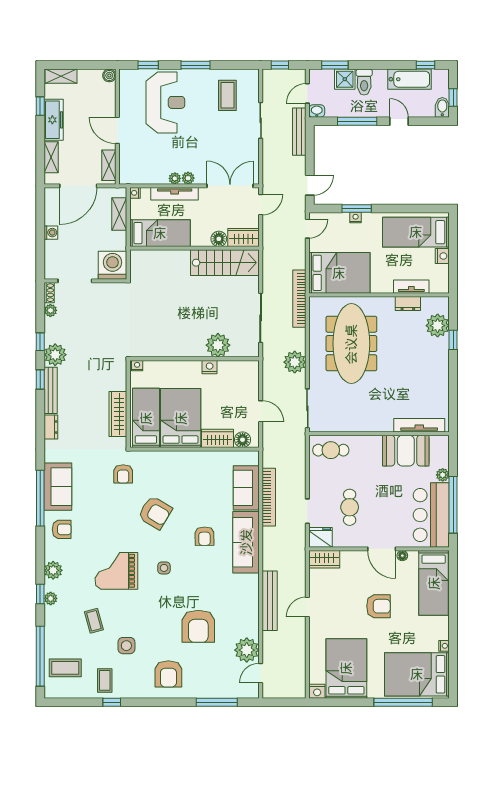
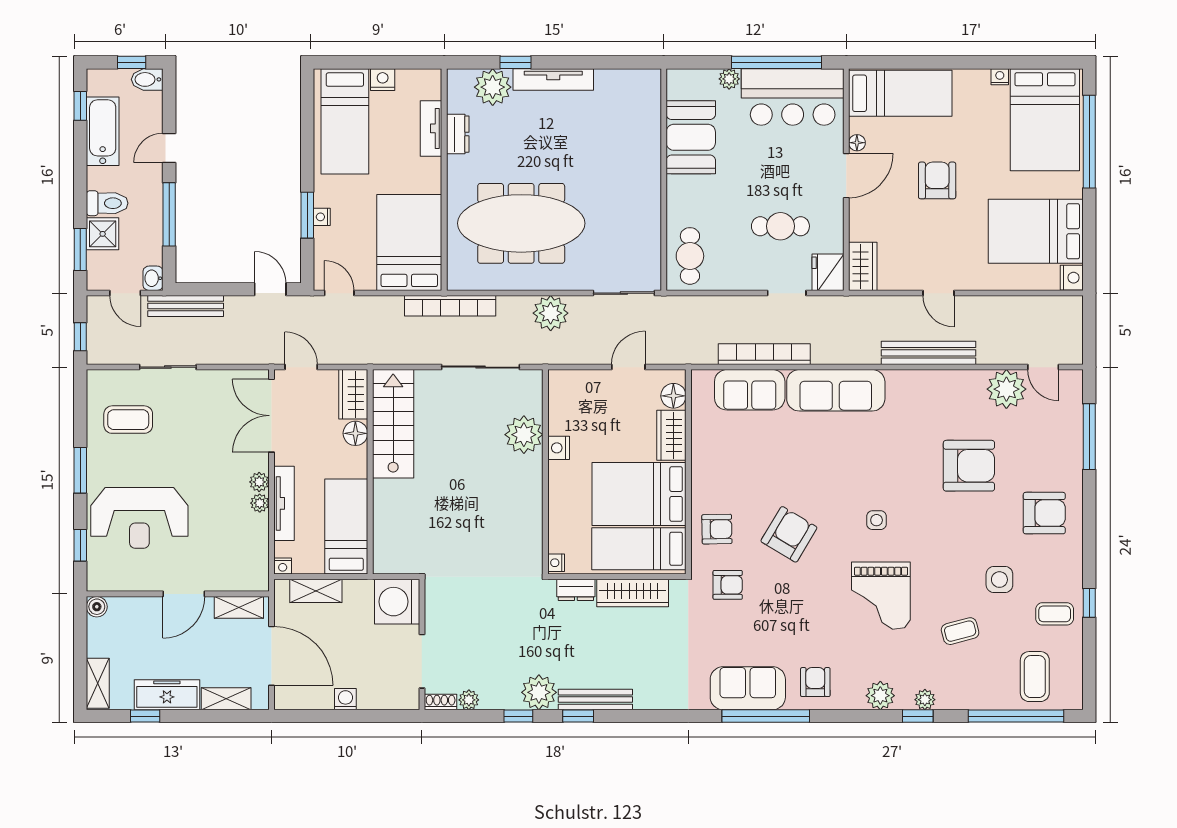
reception desk: (165, 102) -> (139, 518), turned 180
tv unit: (419, 425) -> (553, 79), moved, turned -90
dresser: (51, 427) -> (576, 590), moved, turned 180
armchair: (204, 536) -> (717, 529), moved

